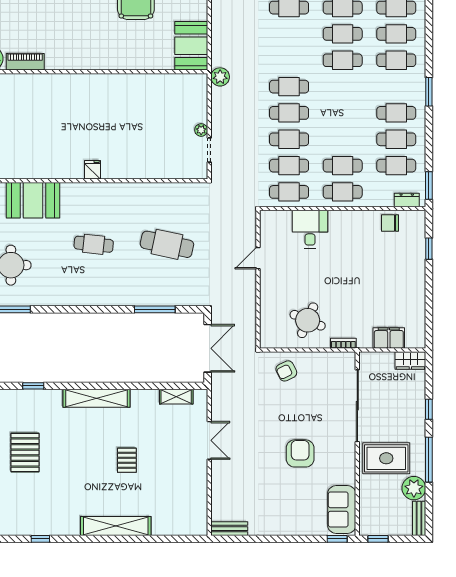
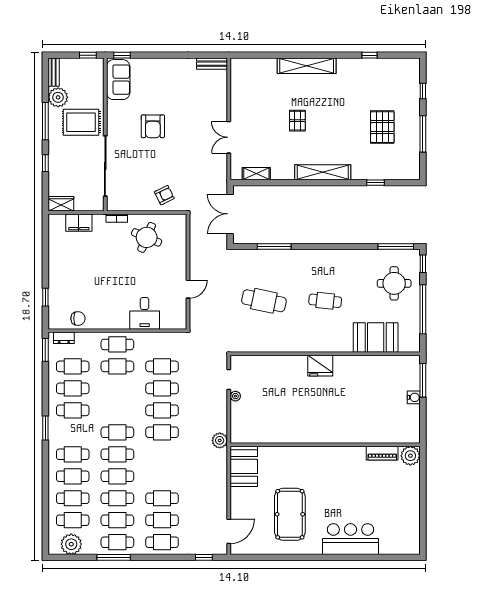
fridge: (93, 170) -> (320, 366), width x1.88, depth x1.34
cafe table: (289, 192) -> (117, 432), moved

